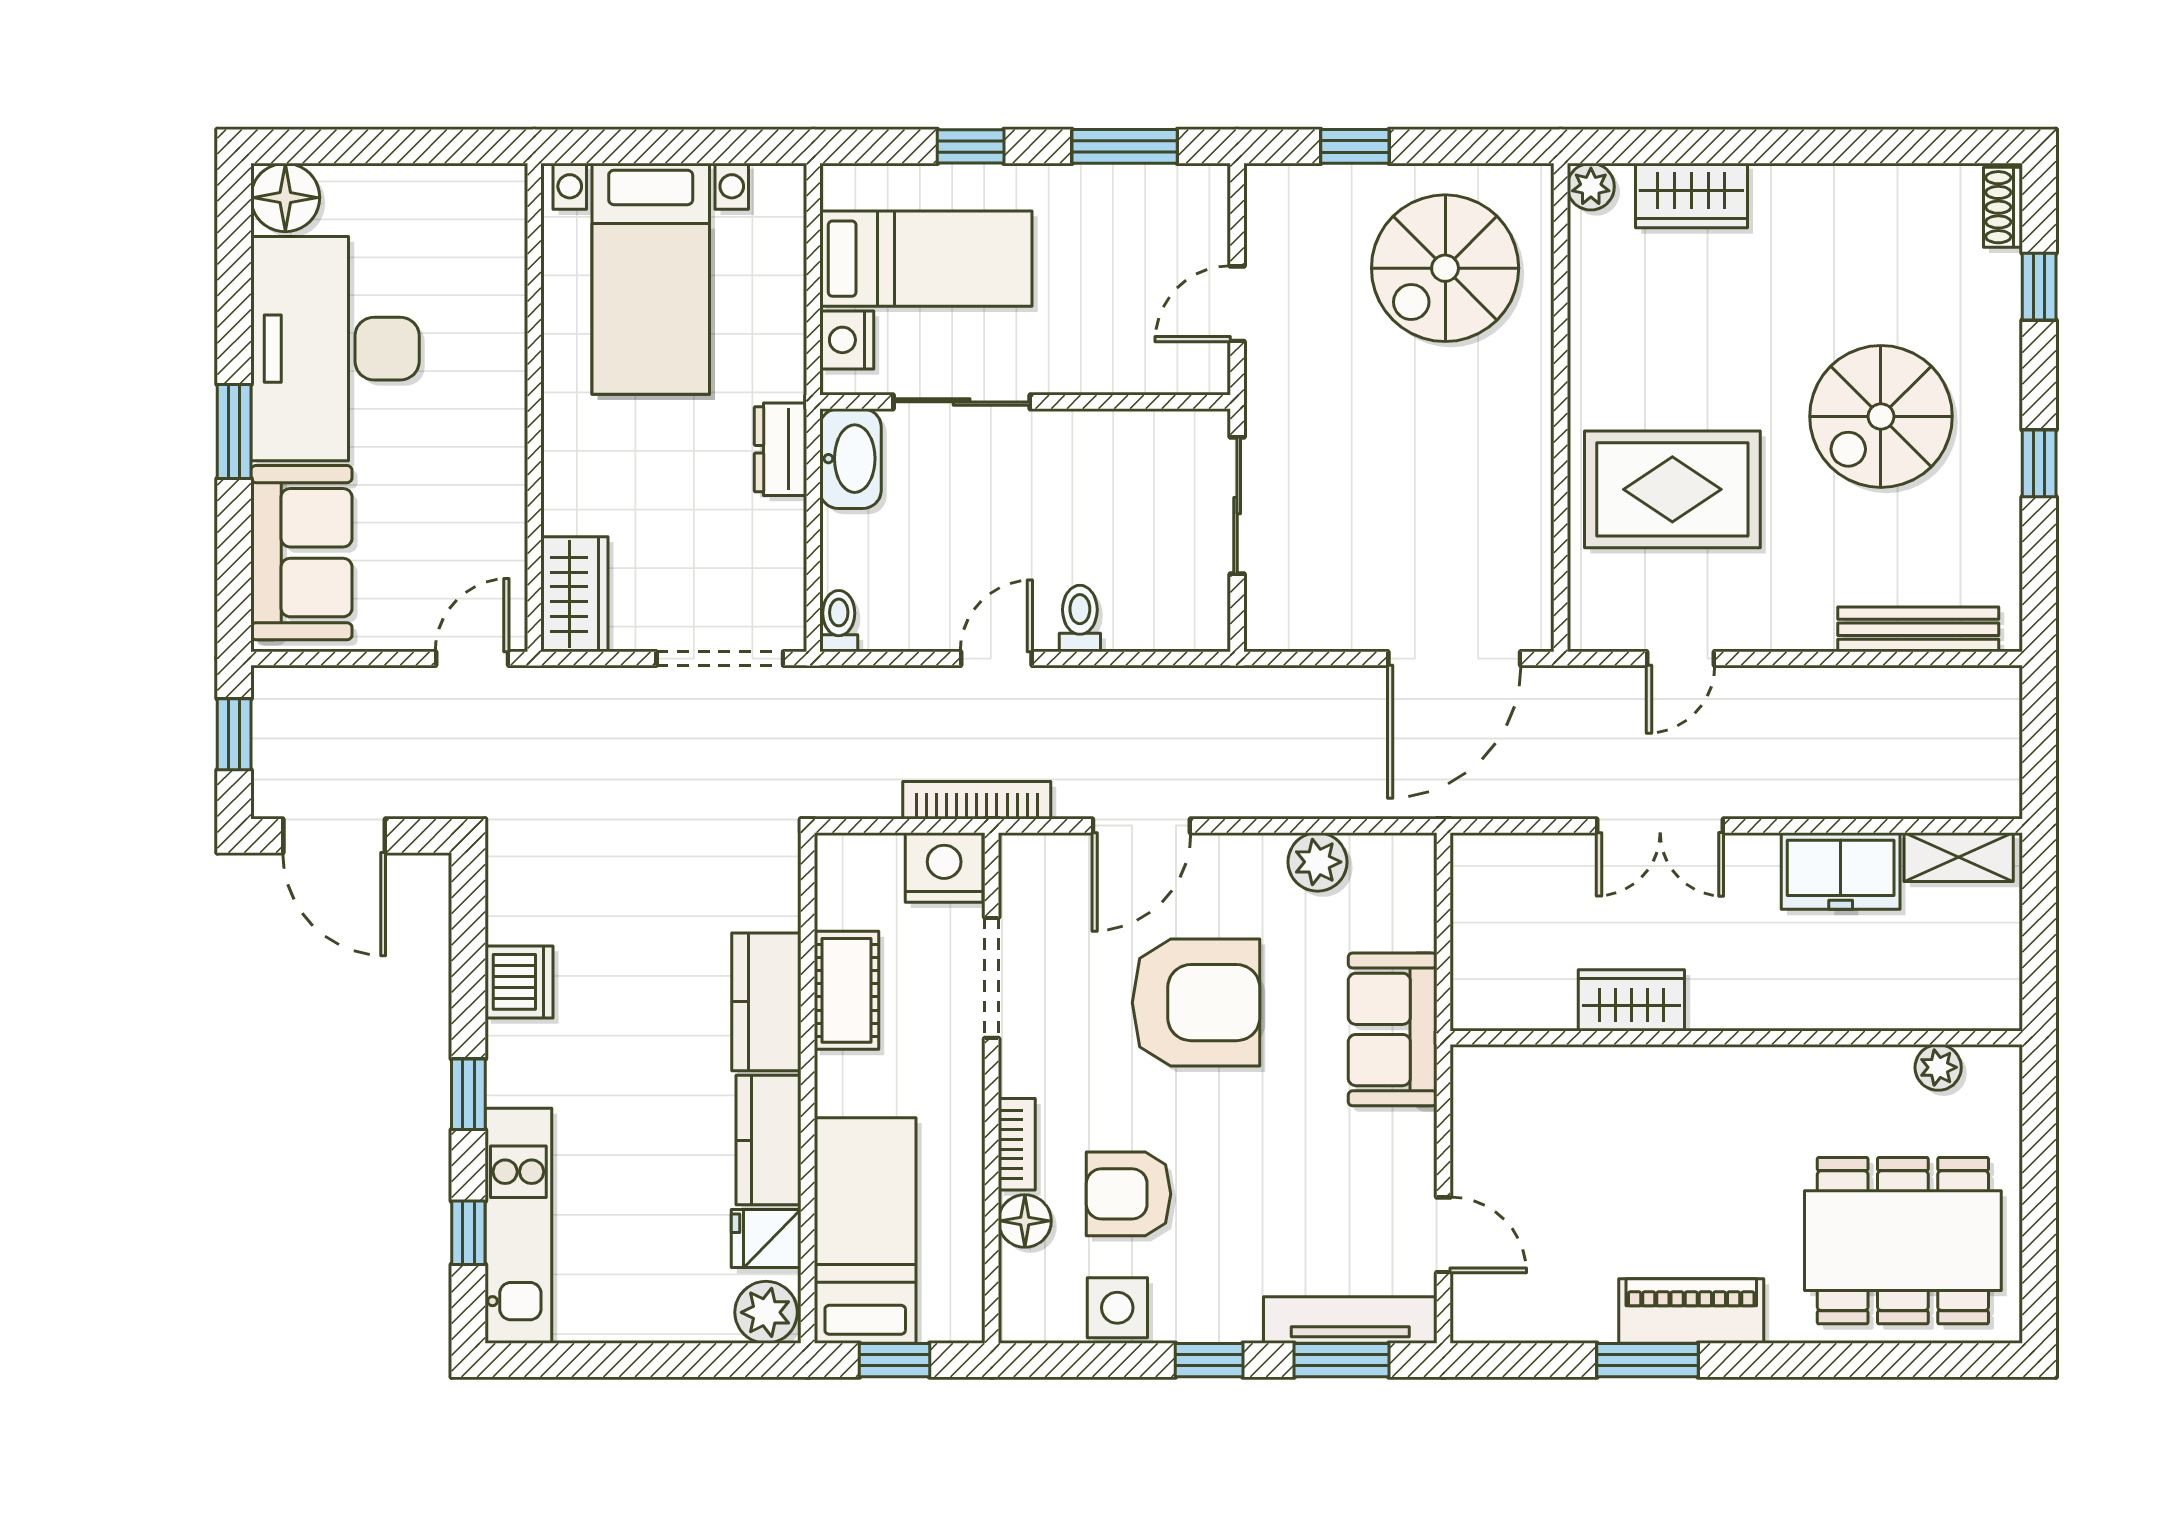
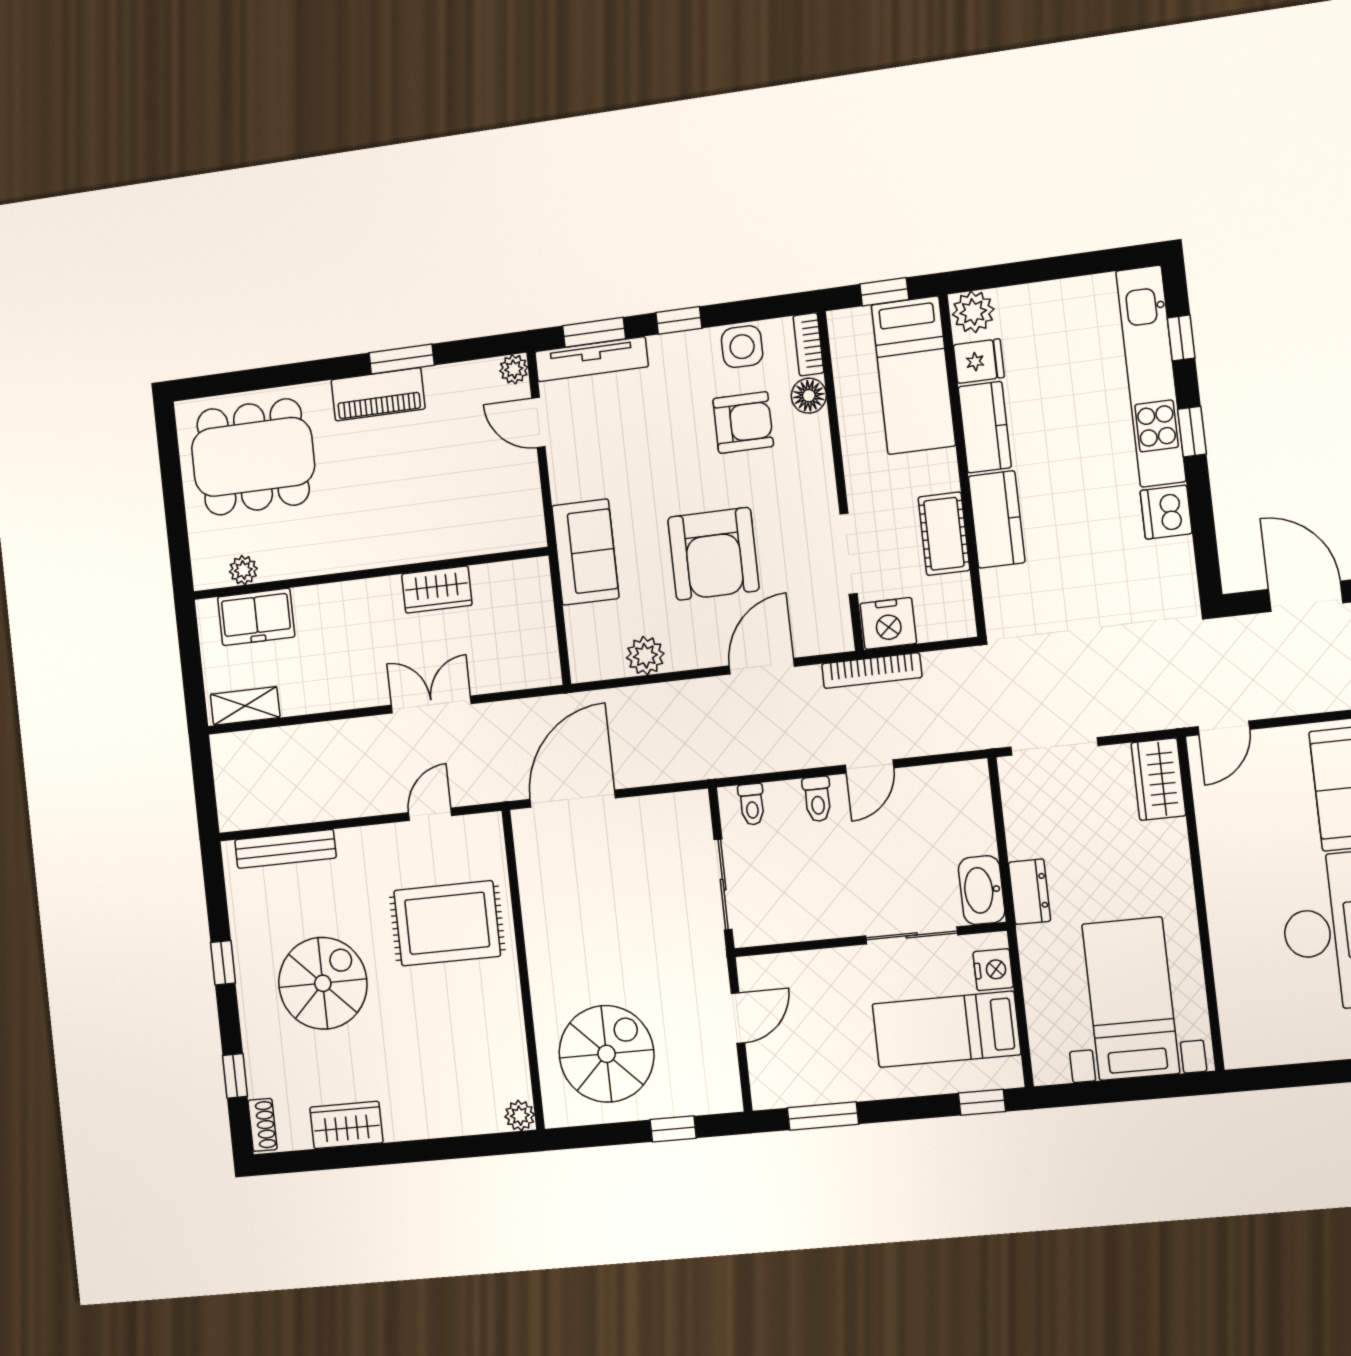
window: (971, 146) -> (982, 1102), moved
wardrobe: (1691, 196) -> (346, 1125), moved
toilet: (839, 621) -> (752, 804), moved
freezer: (1841, 871) -> (256, 617), moved, turned 180
armchair: (1196, 1003) -> (713, 554), turned -90
bookcase: (1017, 1144) -> (808, 344), moved
kitchen unit: (518, 1226) -> (1151, 376), width x1.36
plant: (1473, 1321) -> (514, 369), added

